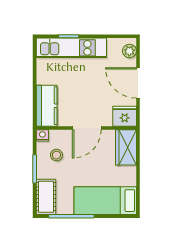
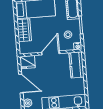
wardrobe: (126, 147) -> (24, 30), moved

